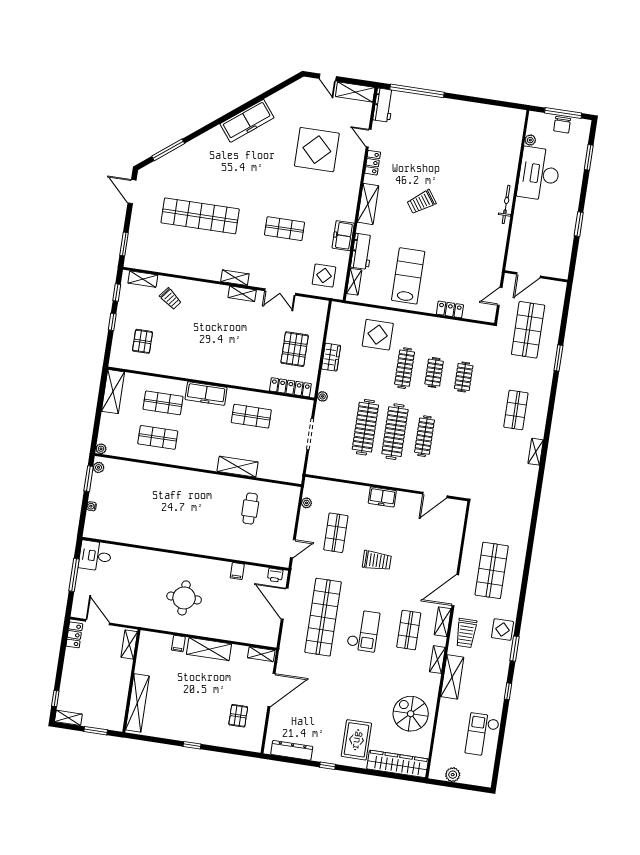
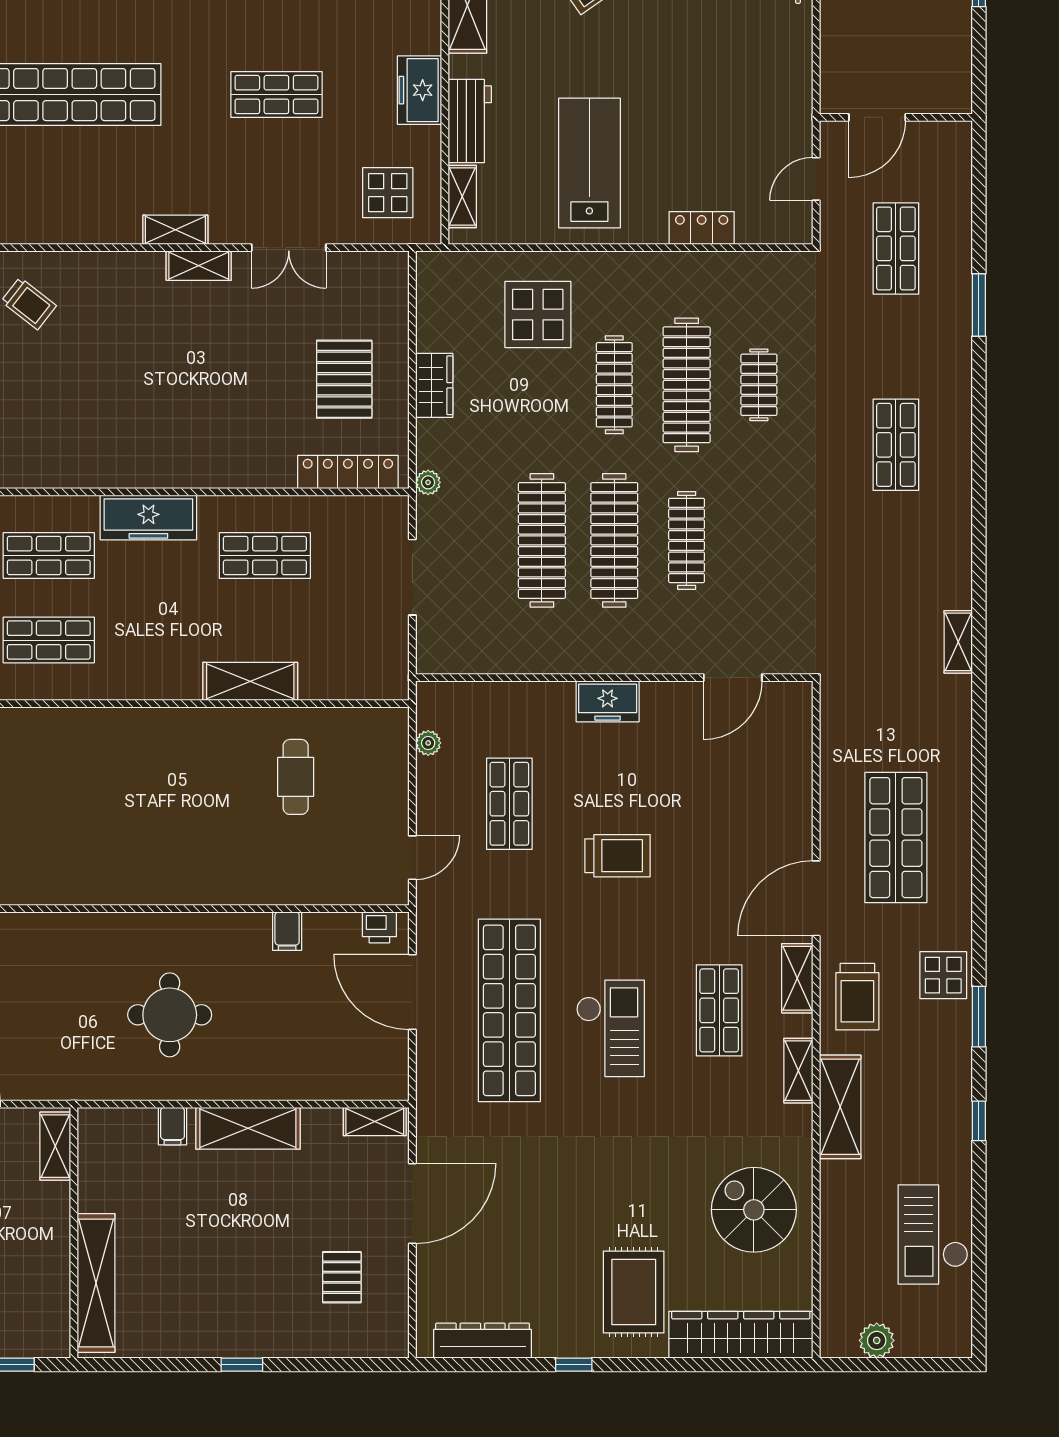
shop shelf: (528, 330) -> (896, 248), width x0.70, depth x0.74
clothes rail: (434, 373) -> (687, 385), width x1.86, depth x1.31
shelving: (536, 452) -> (958, 642), moved

